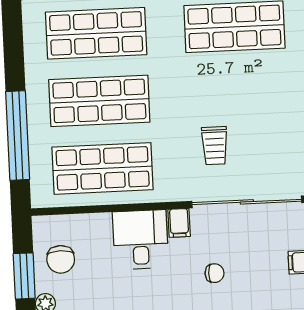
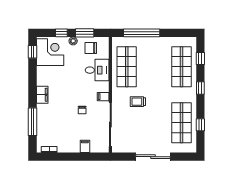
shop shelf: (99, 101) -> (154, 67), removed
trolley: (215, 146) -> (138, 102), moved
desk: (140, 240) -> (97, 70), moved

